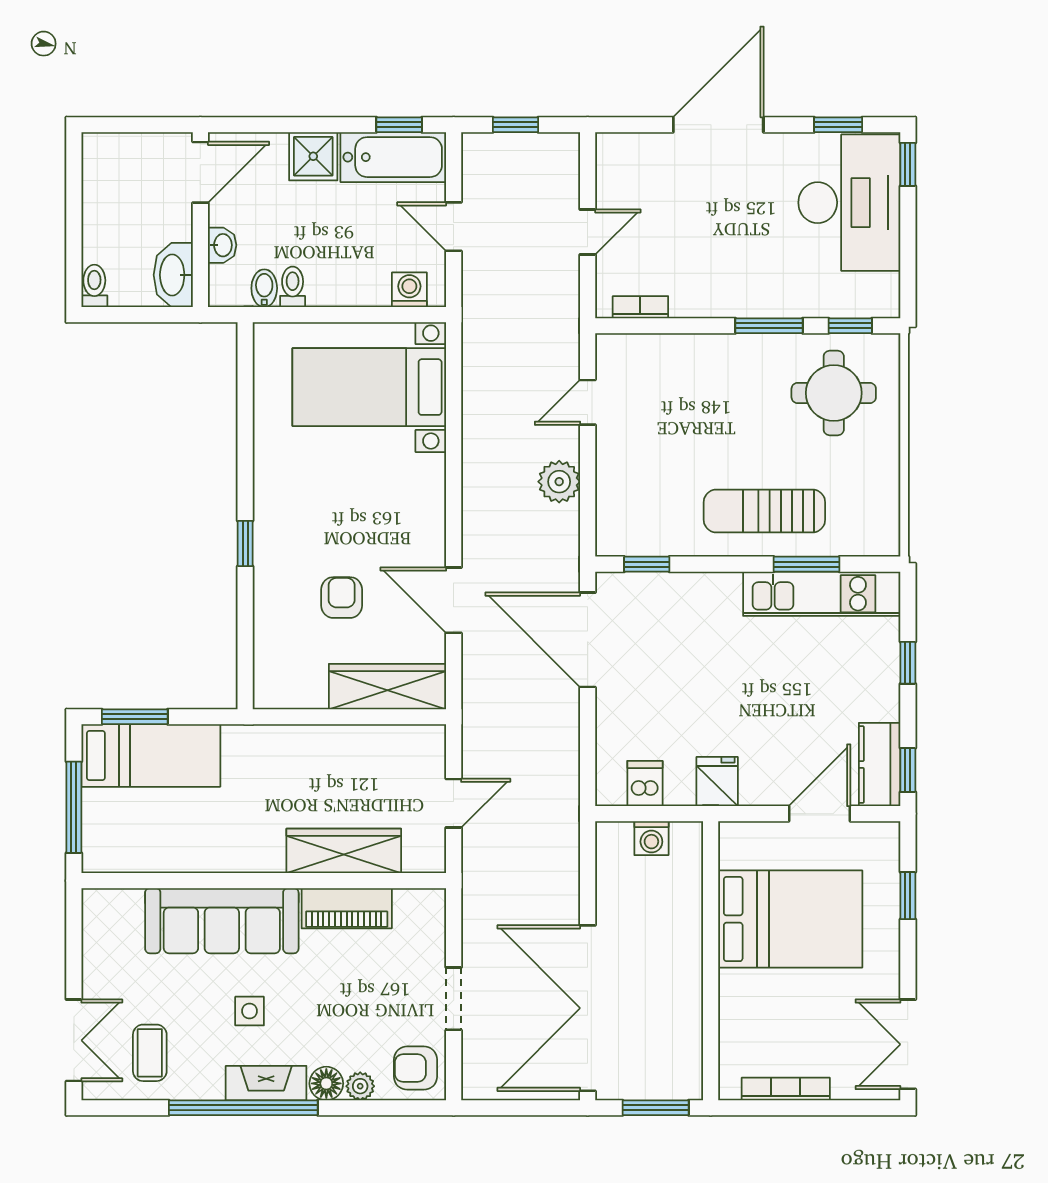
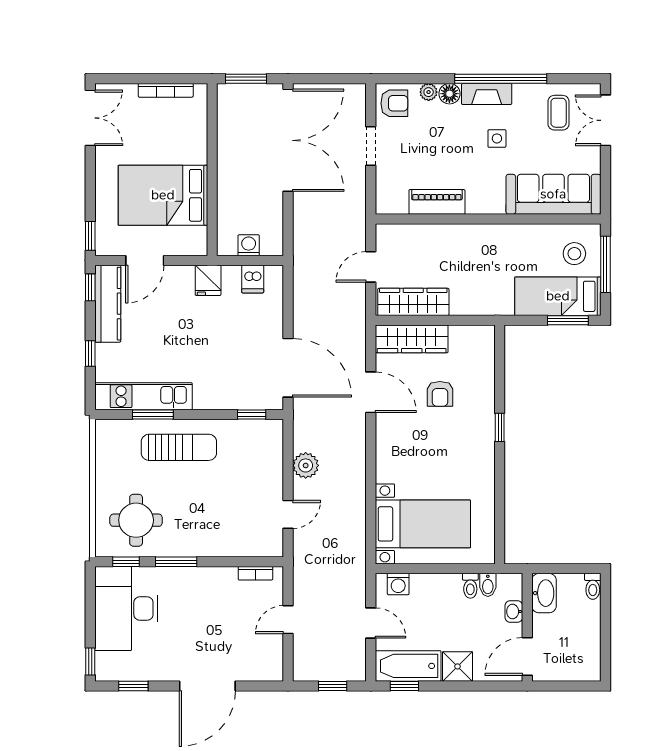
desk: (849, 203) -> (126, 608), moved
kitchen counter: (880, 764) -> (108, 304), width x1.50
stool: (124, 825) -> (574, 254), added
wardrobe: (344, 851) -> (413, 302), moved, turned 180
window: (908, 896) -> (90, 236), moved
sofa: (222, 921) -> (553, 194), moved

